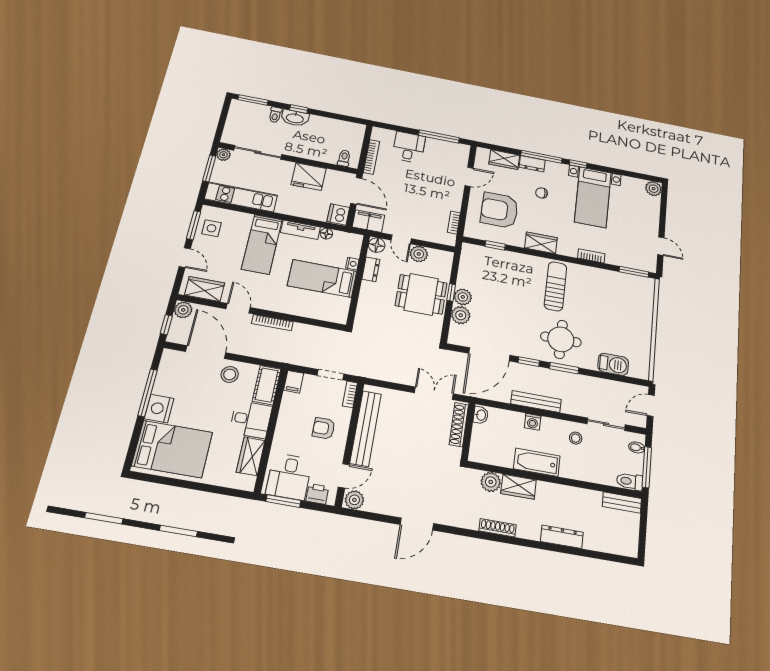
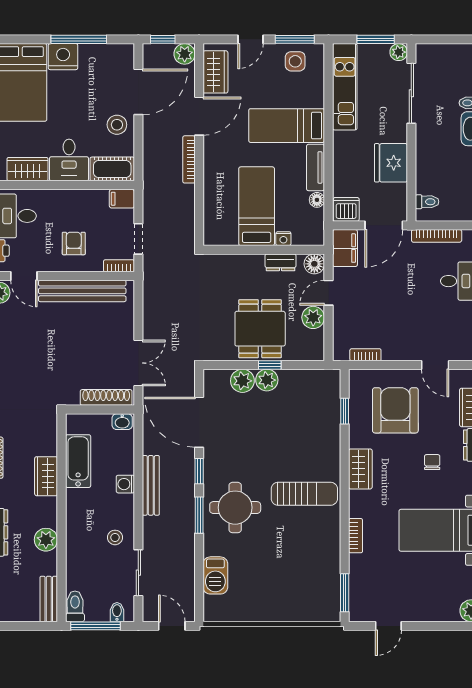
door: (238, 308) -> (199, 116), width x1.38
bathtub: (537, 462) -> (78, 461), moved
plant: (491, 482) -> (46, 540), moved

